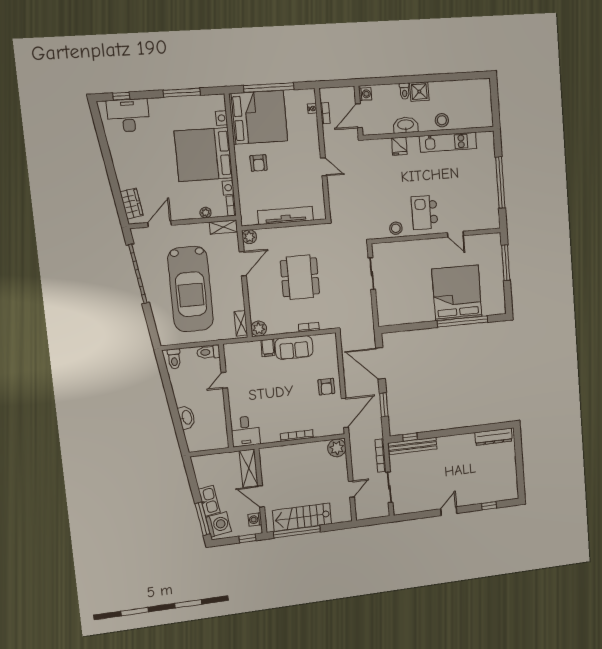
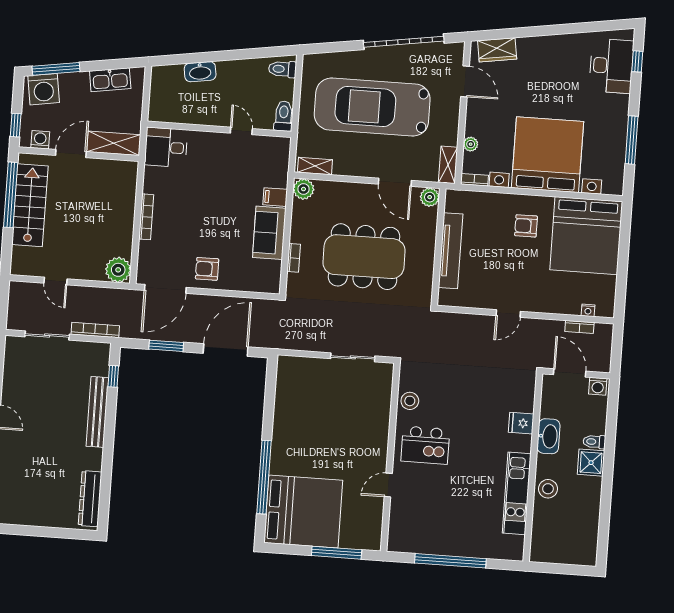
window: (269, 88) -> (623, 256), removed
kitchen island: (425, 212) -> (425, 445), turned 180
dining table: (300, 277) -> (364, 257), width x1.36, depth x1.24
bed: (457, 293) -> (303, 512), moved
door: (345, 413) -> (165, 289), hinge flipped
bench: (413, 446) -> (97, 412), moved
kitchen sink: (209, 501) -> (110, 80), moved

